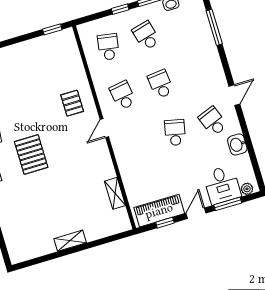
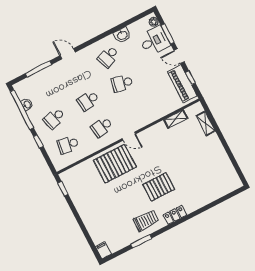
door: (234, 95) -> (68, 54), moved
pallet: (72, 103) -> (115, 164), width x2.05, depth x2.00
shelving: (70, 241) -> (206, 123), moved

